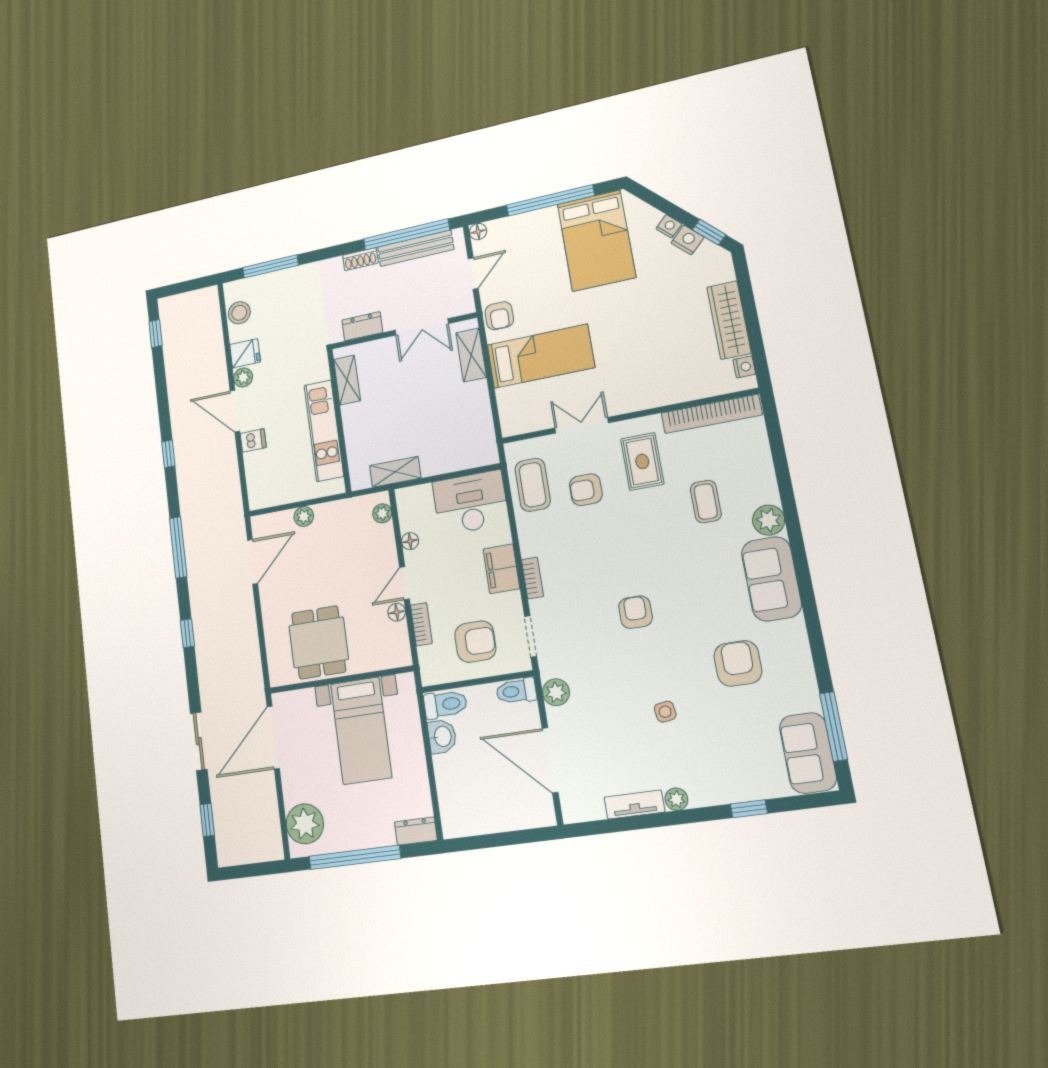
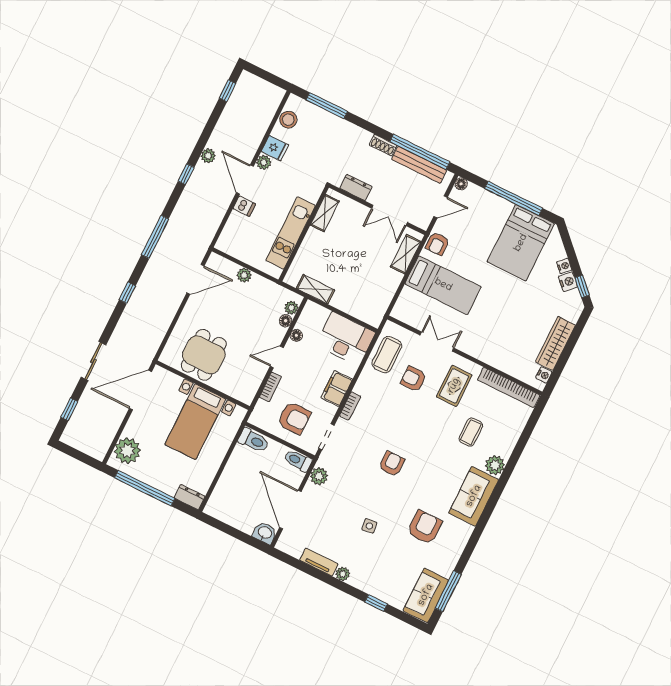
plant: (179, 416) -> (208, 156), added
floor lamp: (397, 612) -> (286, 321), moved
washbasin: (442, 736) -> (265, 533), moved, turned -90

